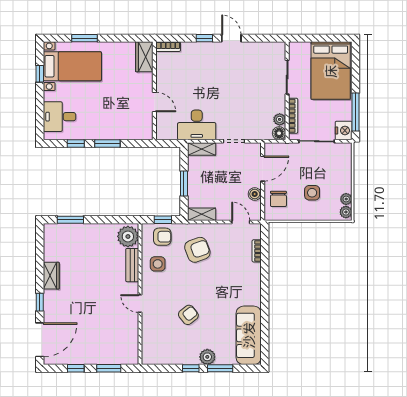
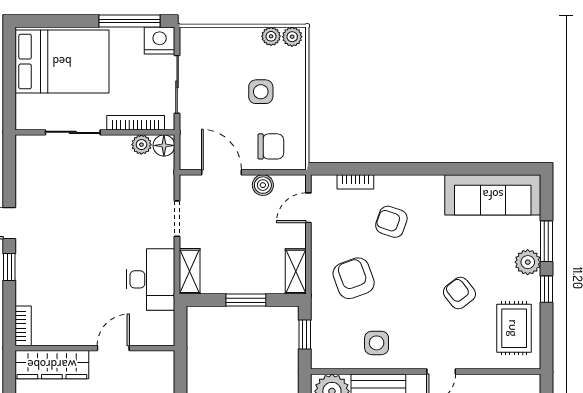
wardrobe: (144, 57) -> (52, 365), width x1.50
armchair: (162, 237) -> (391, 222), moved, turned -71
rug: (167, 348) -> (514, 328), added

